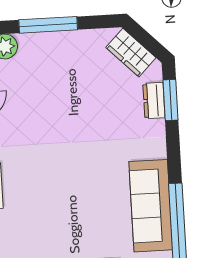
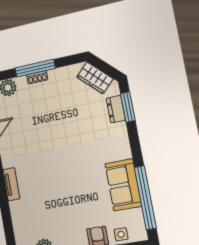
shoe rack: (49, 38) -> (37, 77), added
sofa: (151, 206) -> (123, 185), width x0.73

